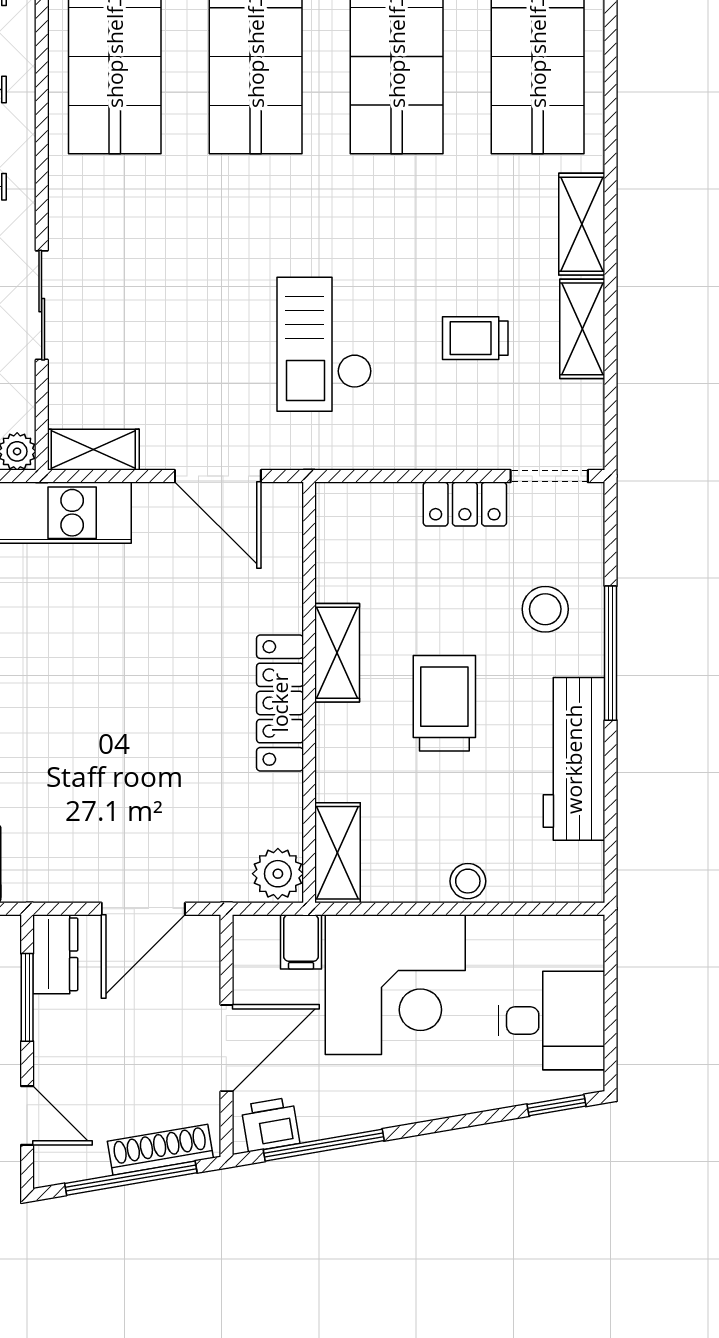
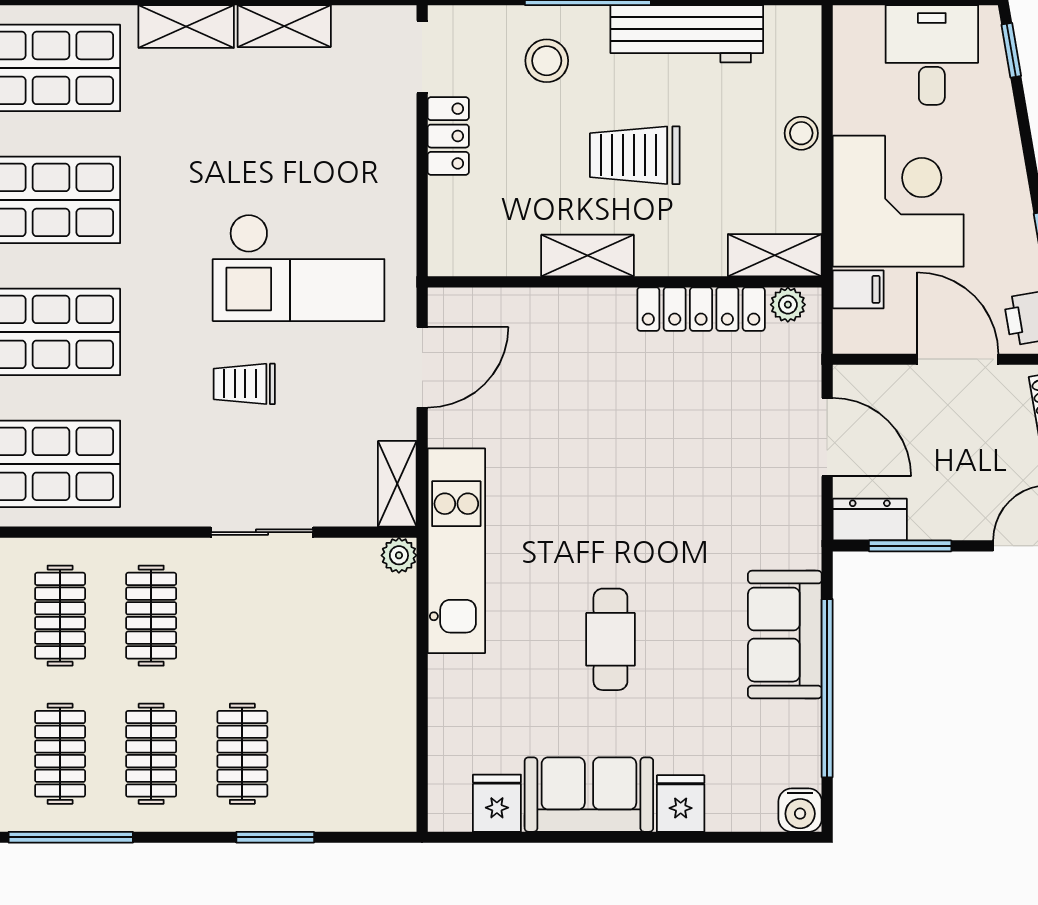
trolley: (475, 338) -> (244, 384), moved, turned 90
checkout: (324, 344) -> (299, 268), width x1.36, depth x1.21
locker: (280, 703) -> (701, 309), moved
plant: (278, 874) -> (788, 305), width x0.73, depth x0.73

